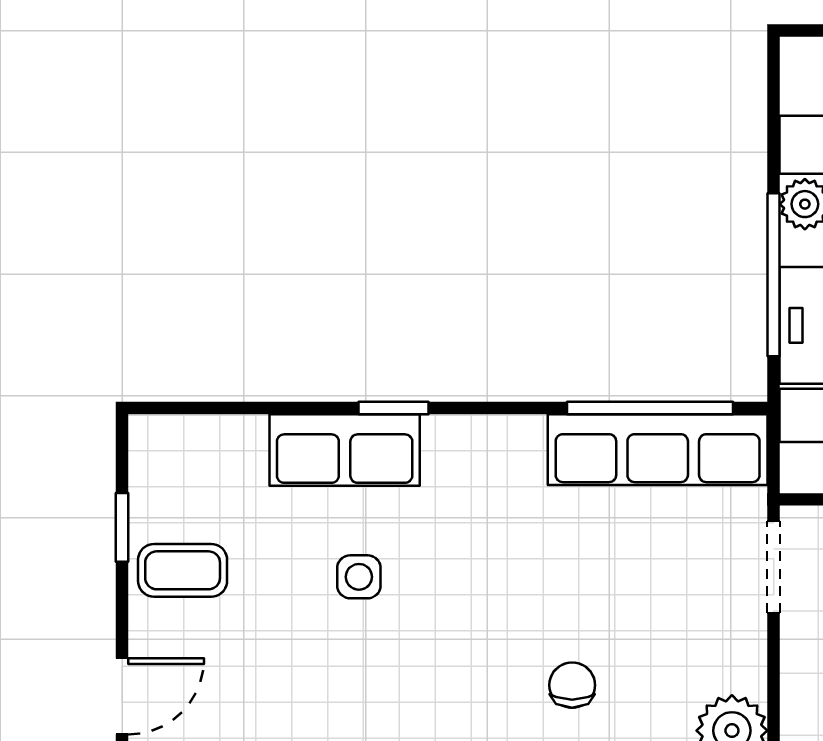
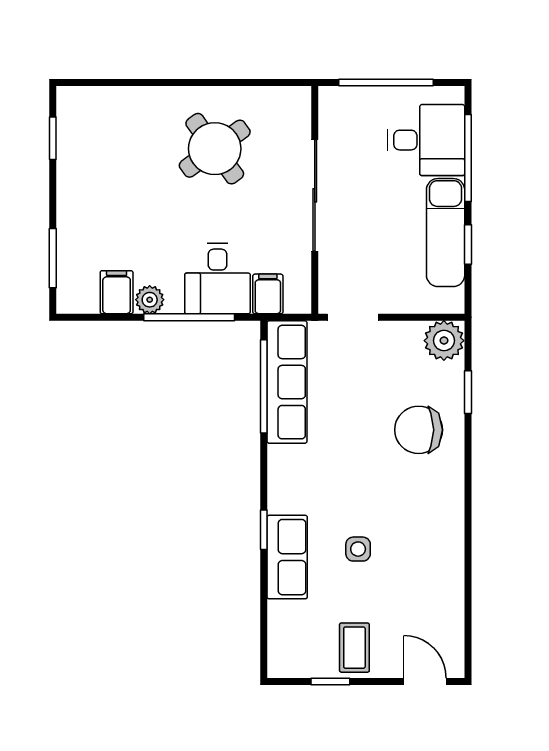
chair: (572, 685) -> (419, 430), width x1.87, depth x1.87

